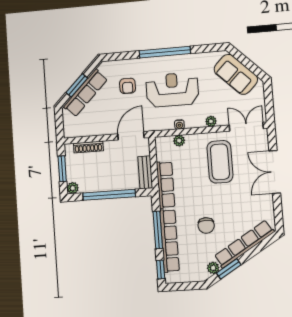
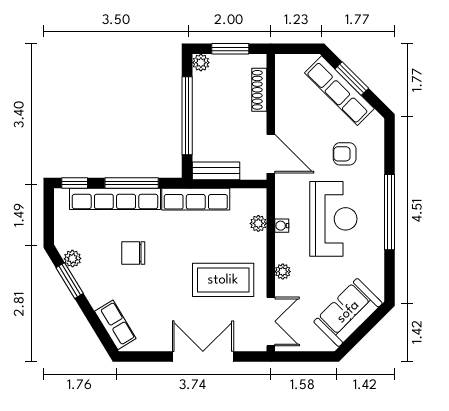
row of seats: (244, 244) -> (115, 325), width x0.50

